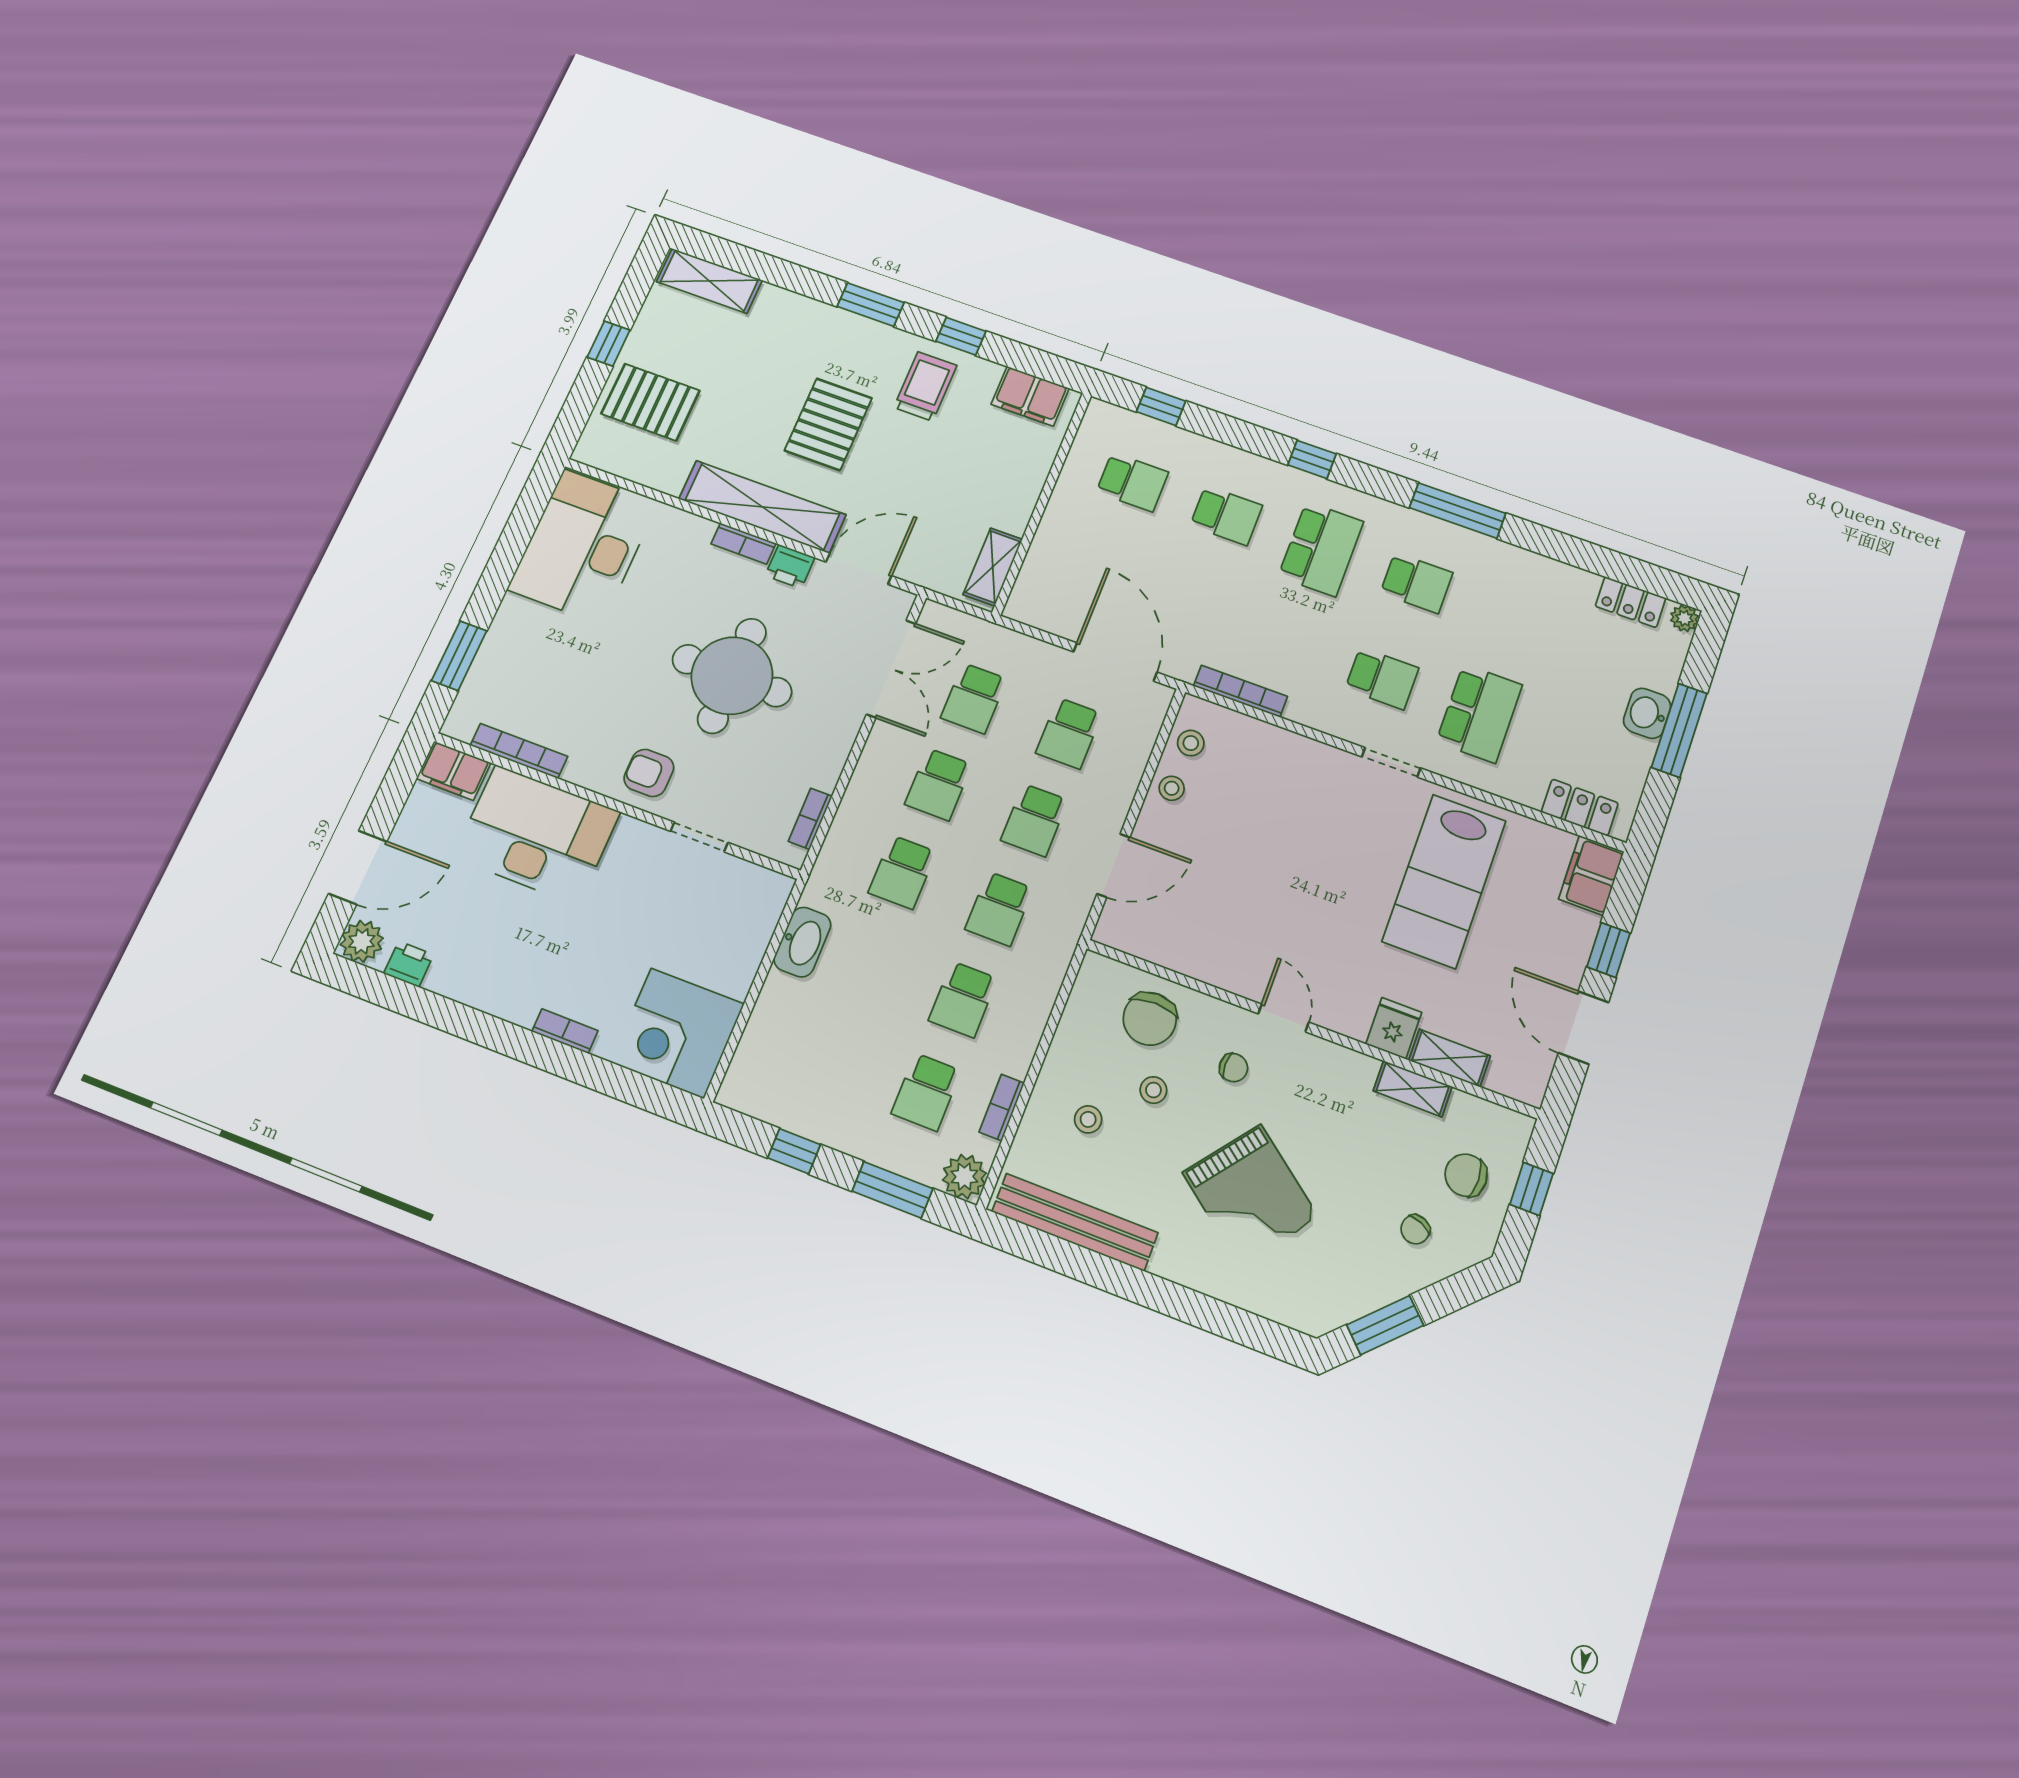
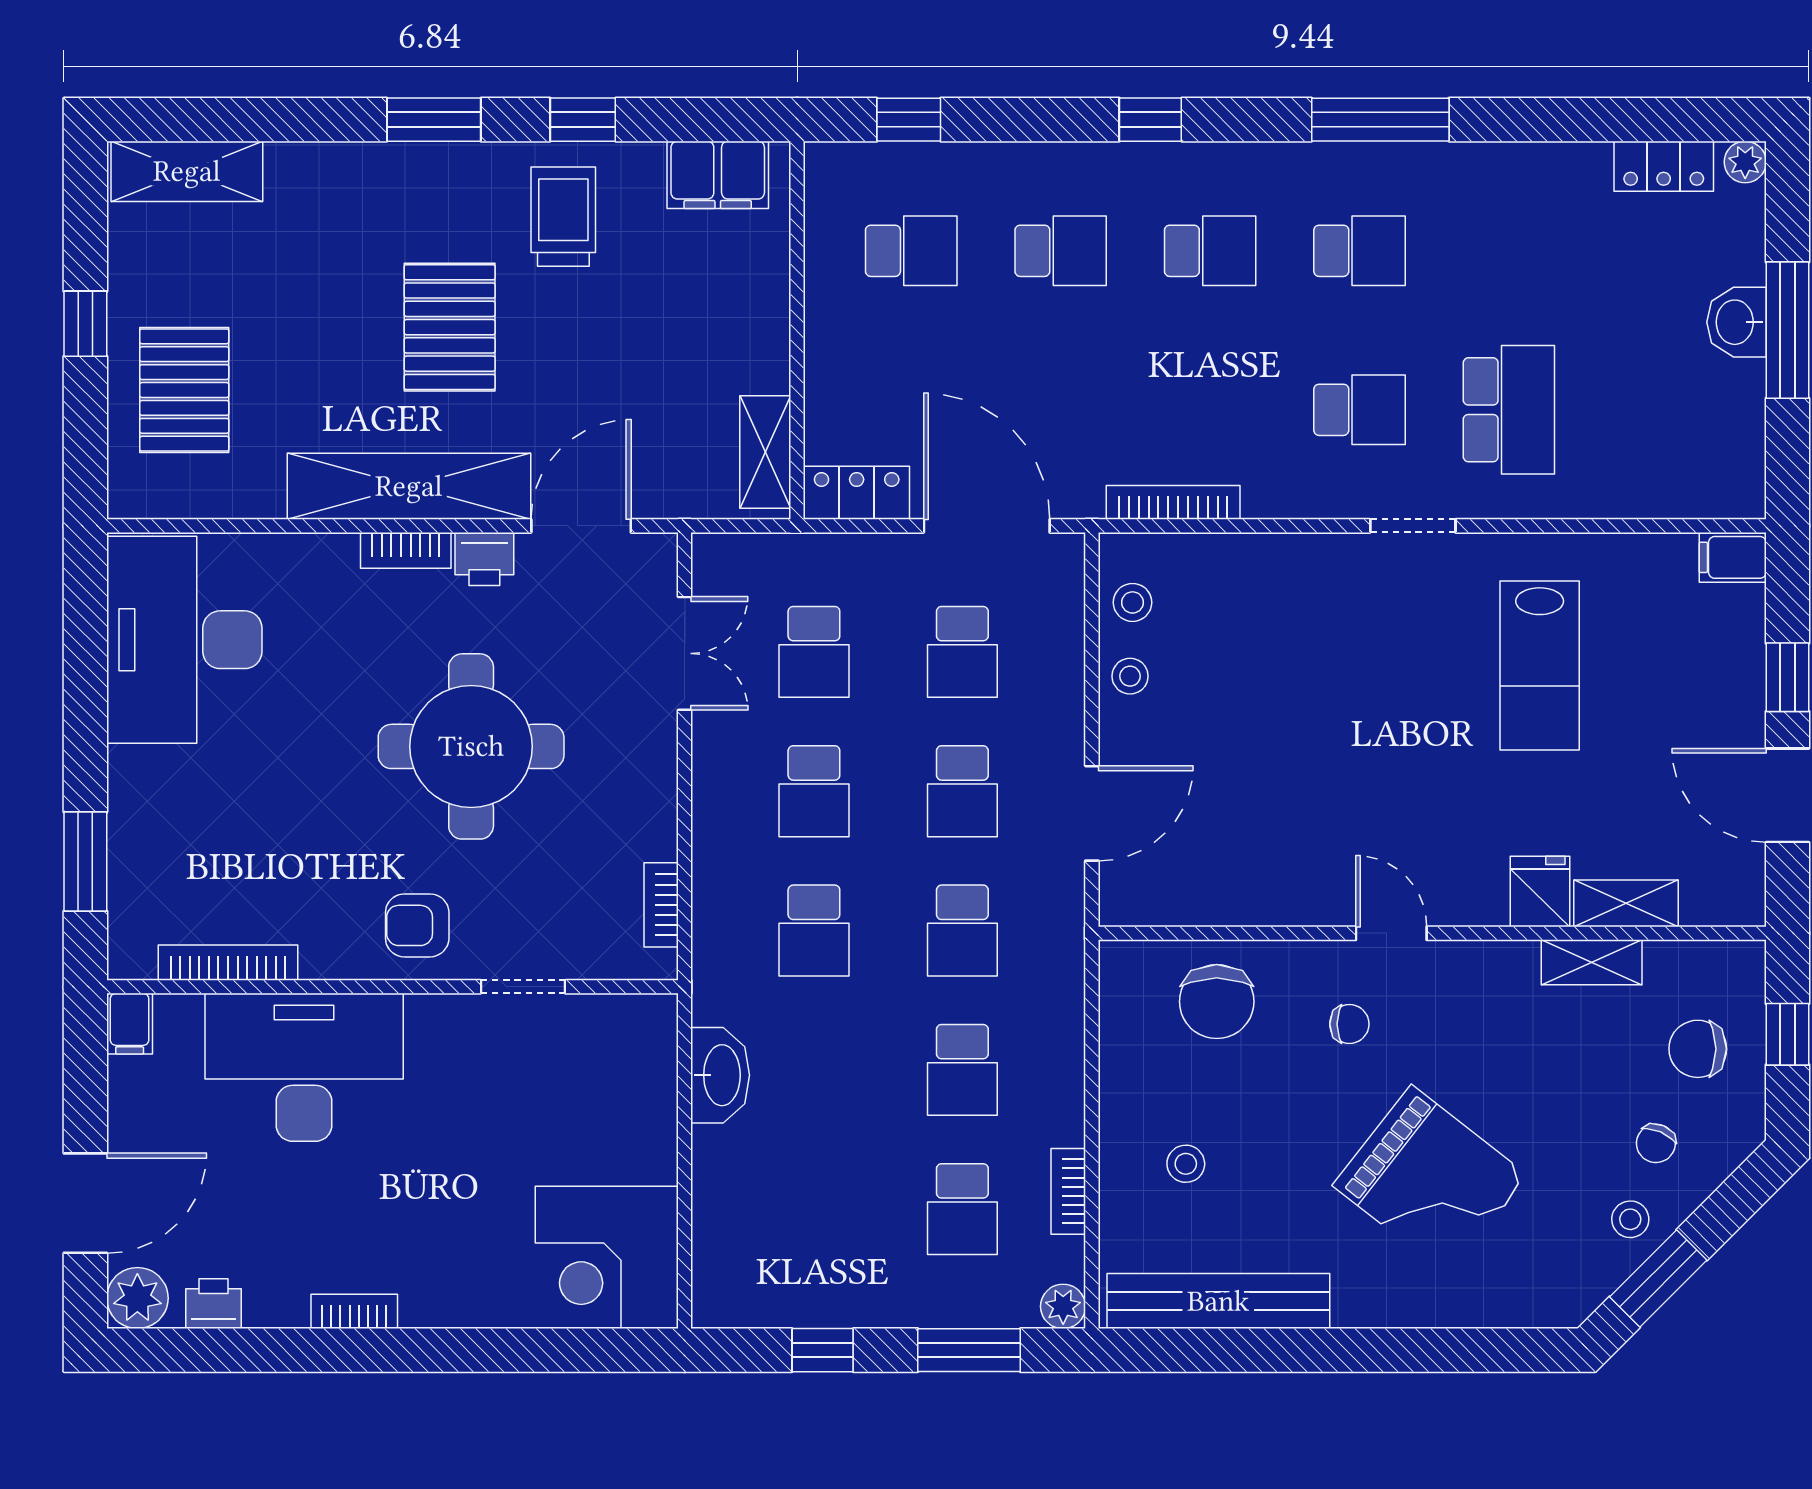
pallet: (650, 402) -> (184, 390), turned 90
school desk: (1321, 549) -> (1210, 251), width x0.54
double door: (891, 669) -> (685, 653), width x0.73
filing cabinet: (454, 771) -> (130, 1024), width x0.50
locker: (1580, 808) -> (857, 493), moved
filing cabinet: (1591, 875) -> (1733, 557), width x0.50
lab bench: (1444, 881) -> (1540, 665), width x0.73, depth x0.72
bookcase: (565, 1031) -> (354, 1311), moved
stool: (1153, 1090) -> (1630, 1219), moved
plant: (964, 1177) -> (1063, 1306), width x0.73, depth x0.73

